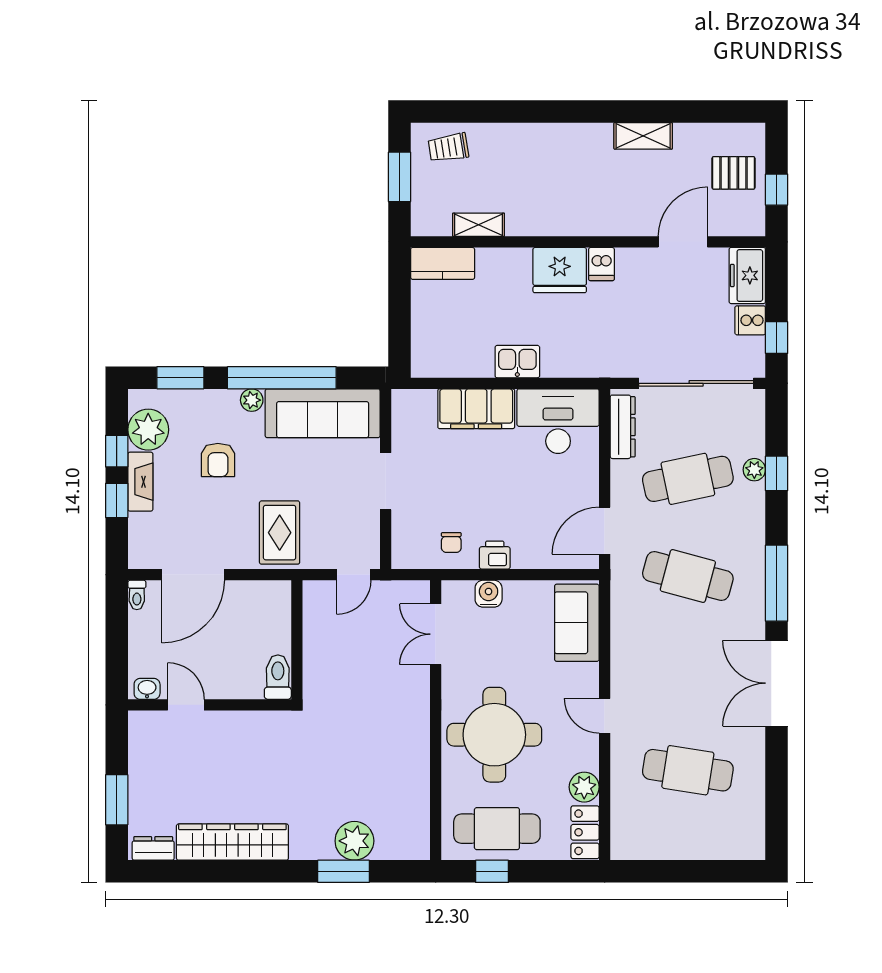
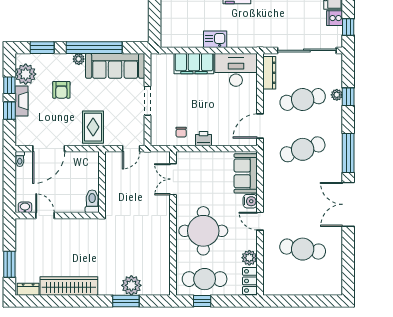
cafe table: (688, 576) -> (303, 149), turned -33
water cooler: (489, 594) -> (250, 201), moved, turned 90

